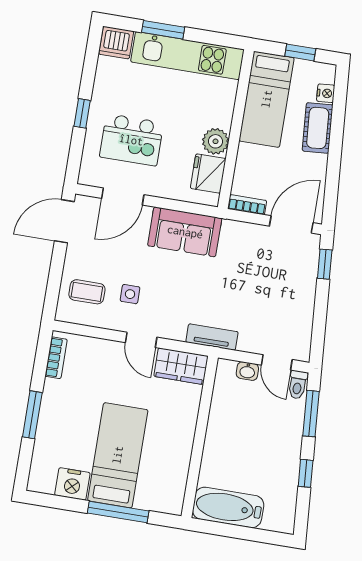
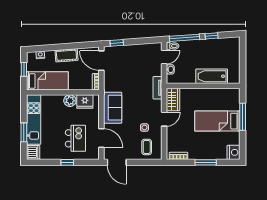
cot: (318, 128) -> (66, 55), moved
window: (311, 414) -> (184, 38), width x1.44
nightstand: (72, 484) -> (234, 152), moved
bathtub: (228, 507) -> (212, 76), moved, turned 90

